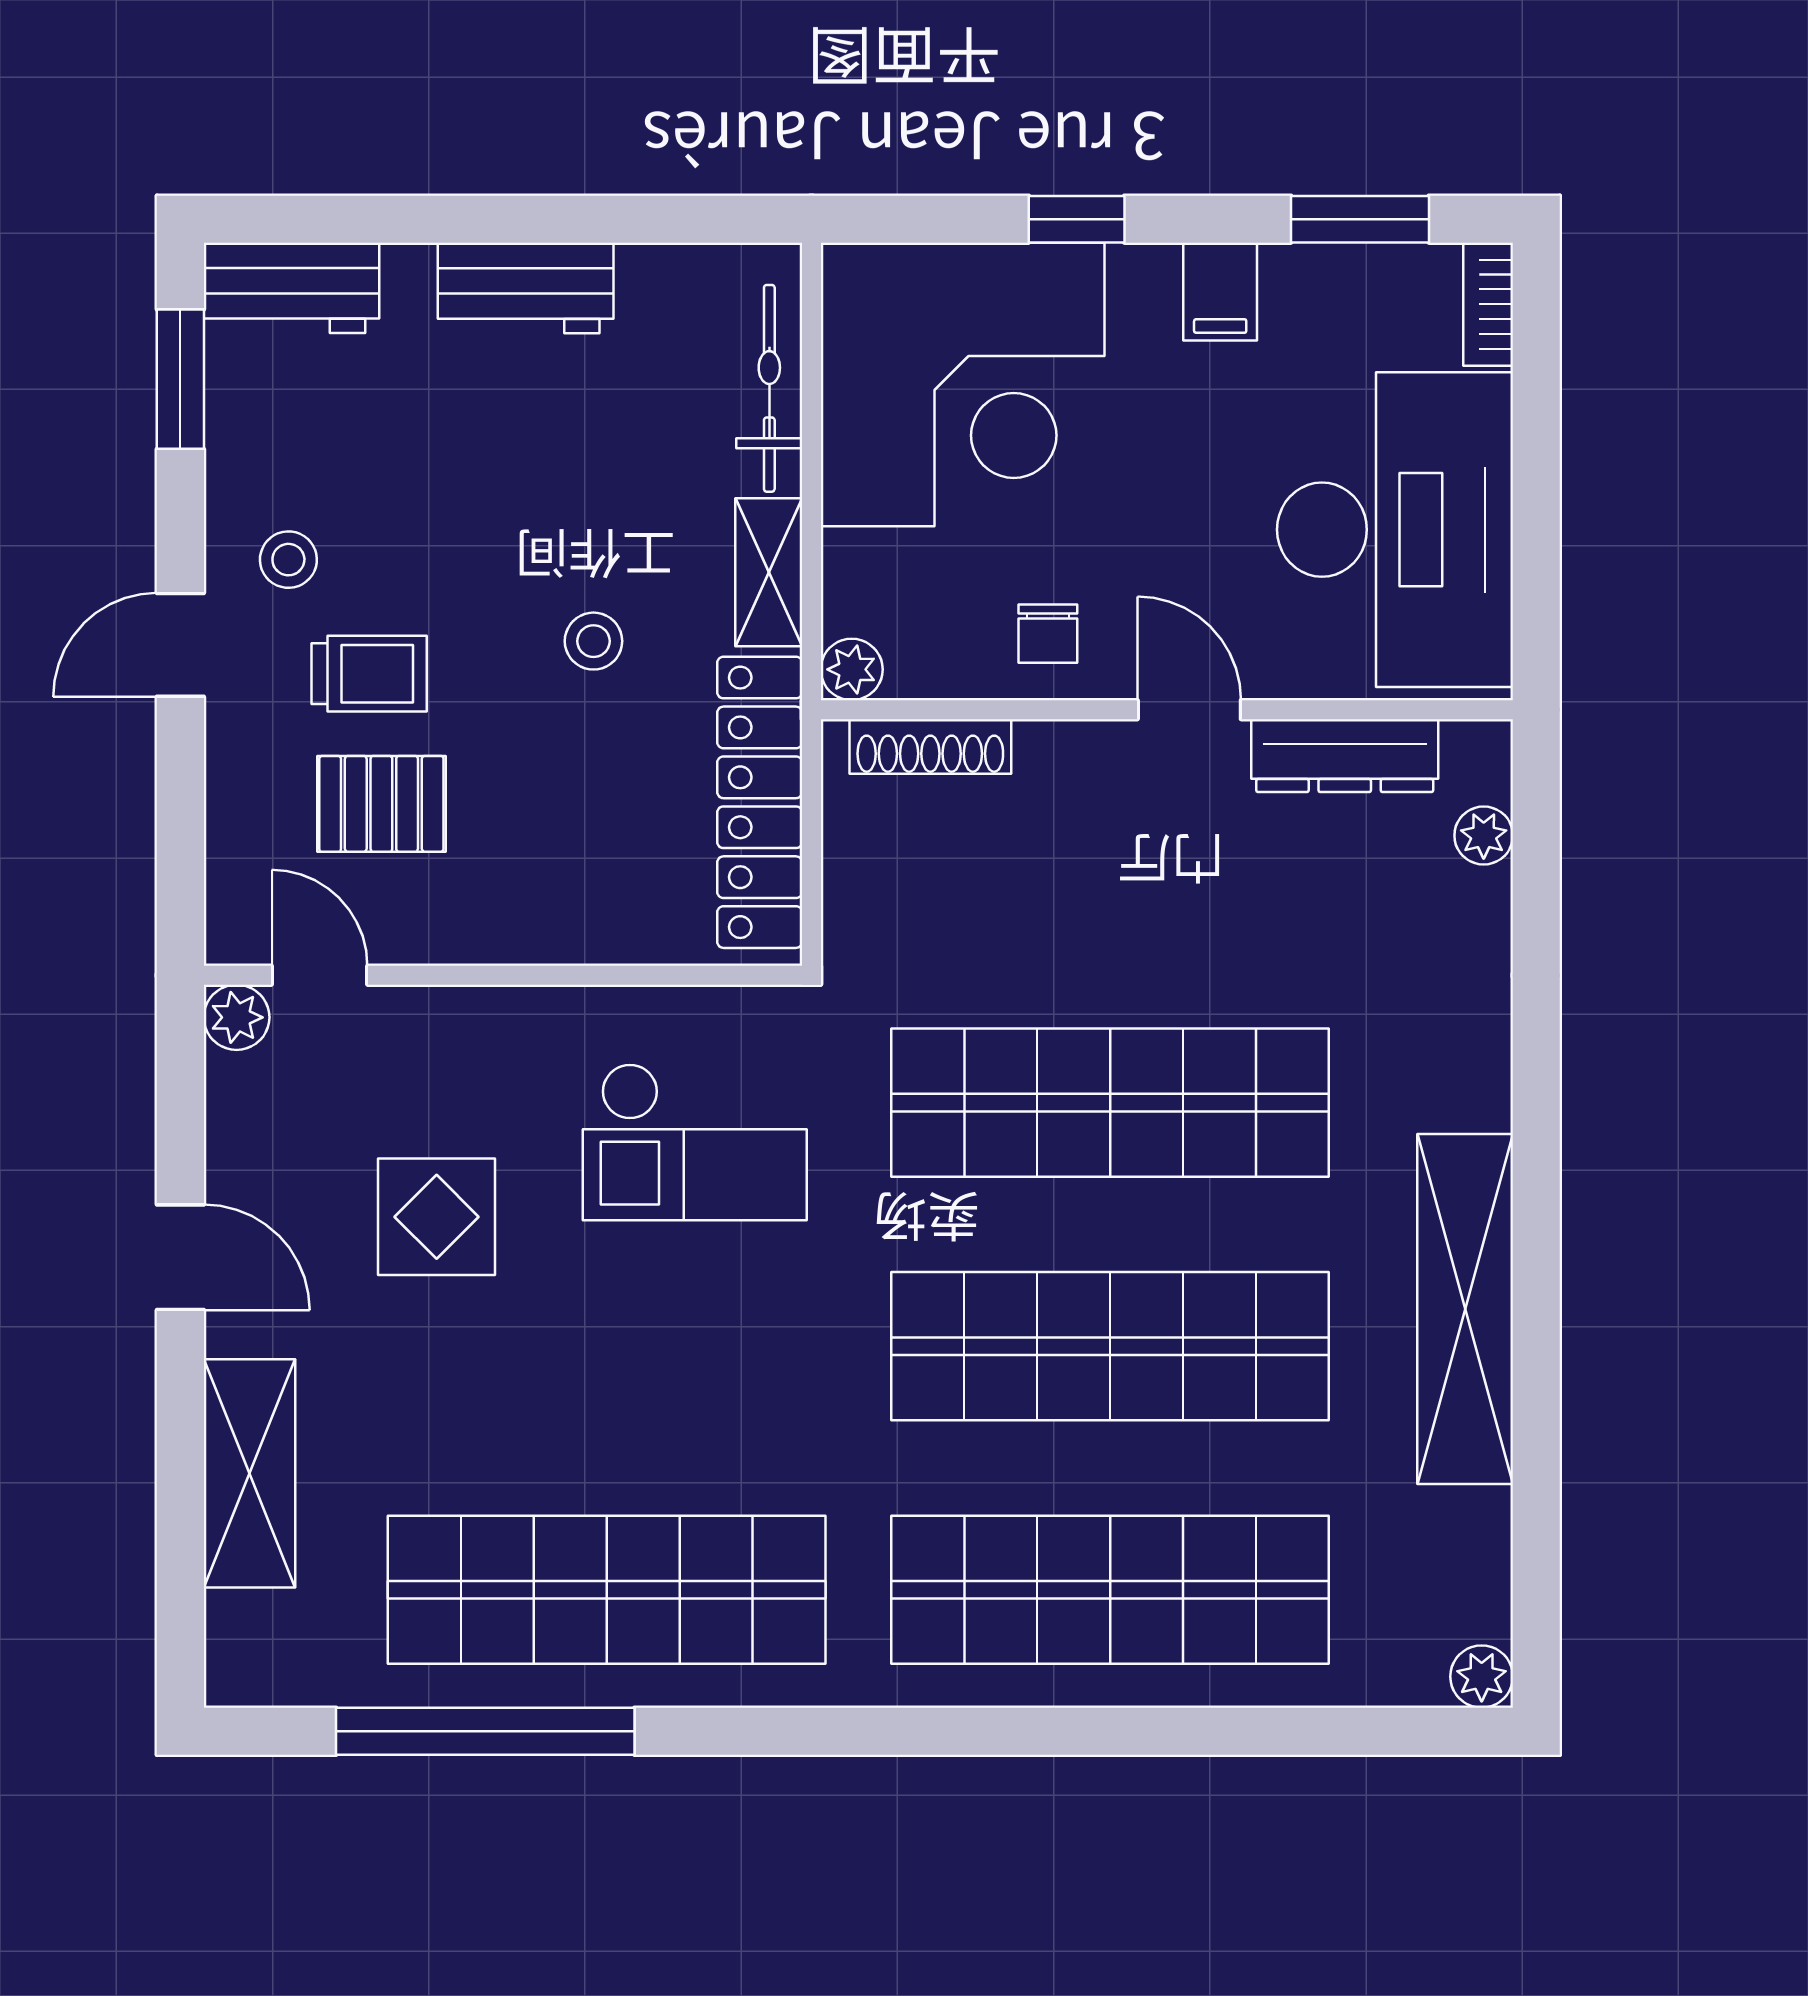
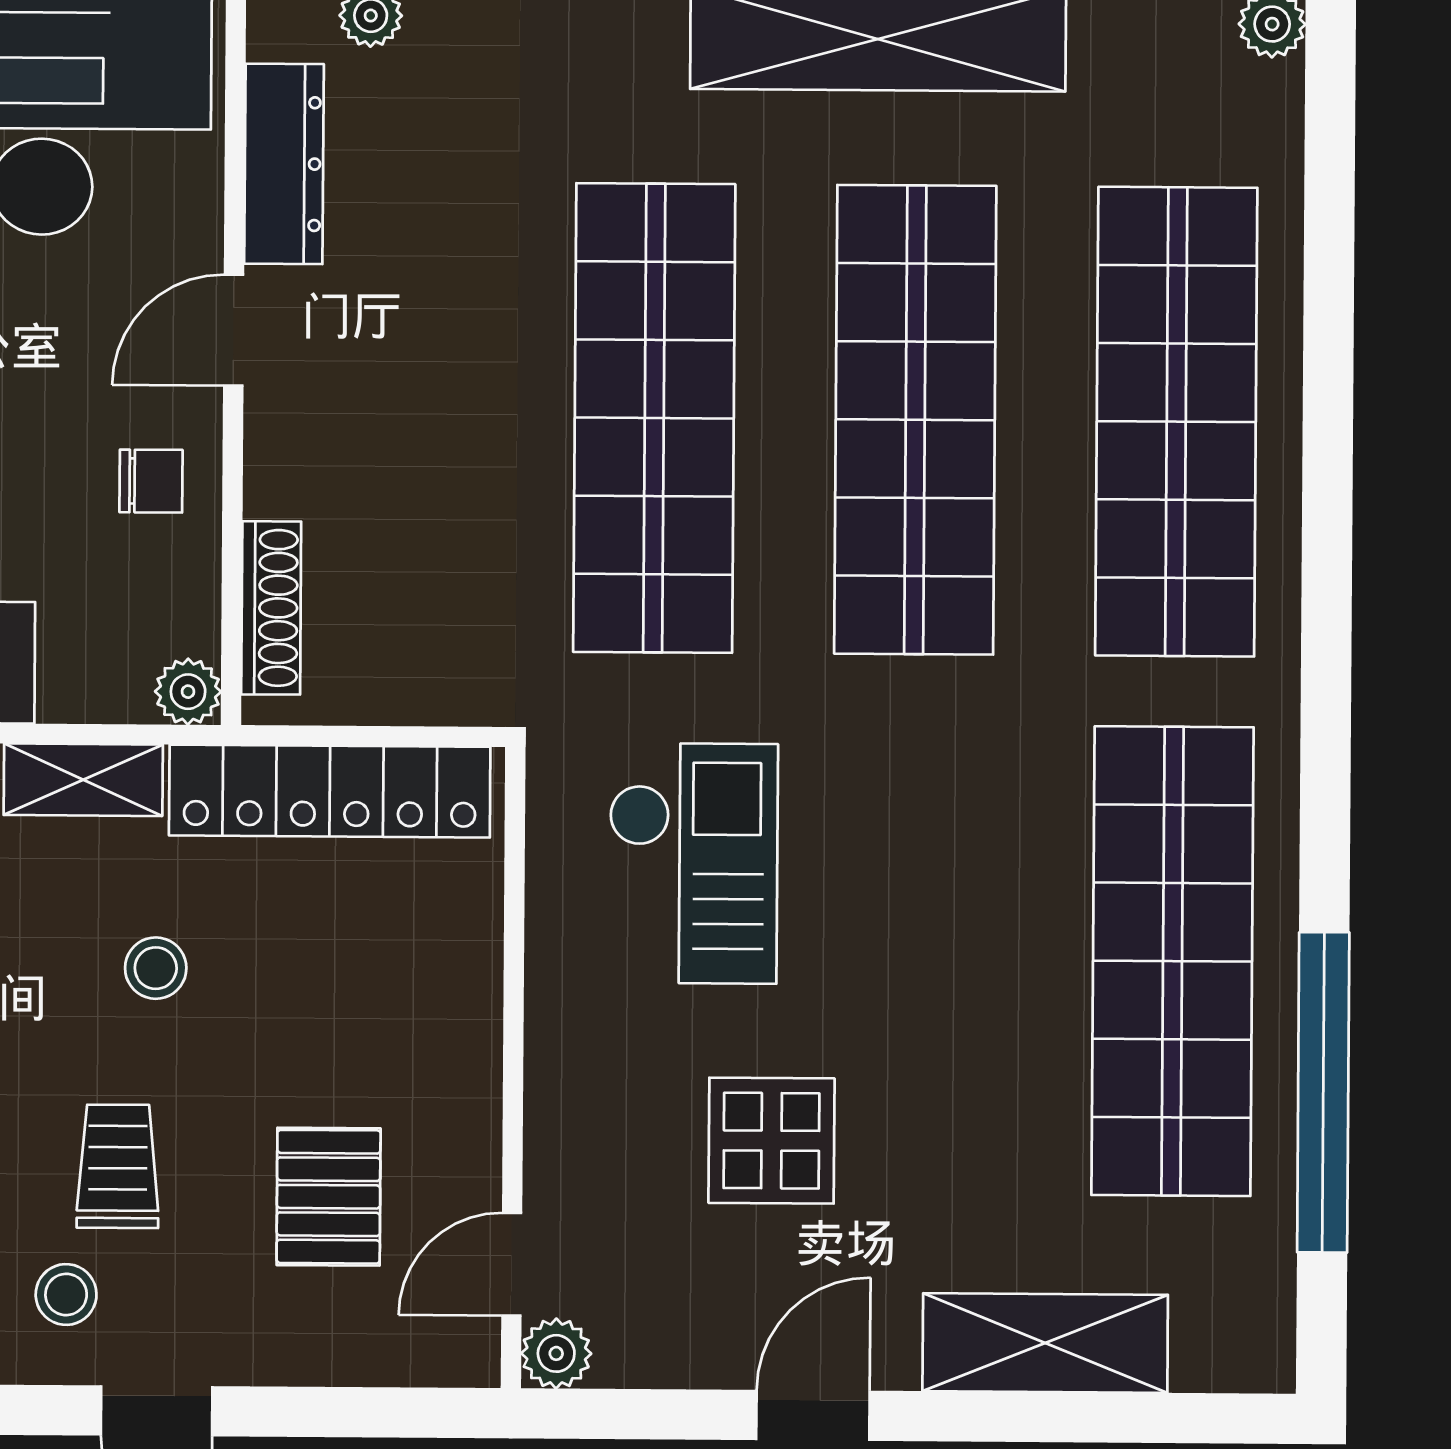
trolley: (369, 674) -> (118, 1166), moved

